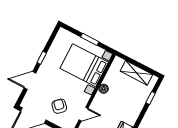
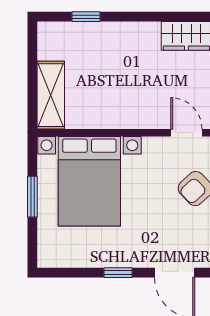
shelving: (136, 73) -> (51, 95), moved
boiler: (104, 89) -> (116, 119), removed

